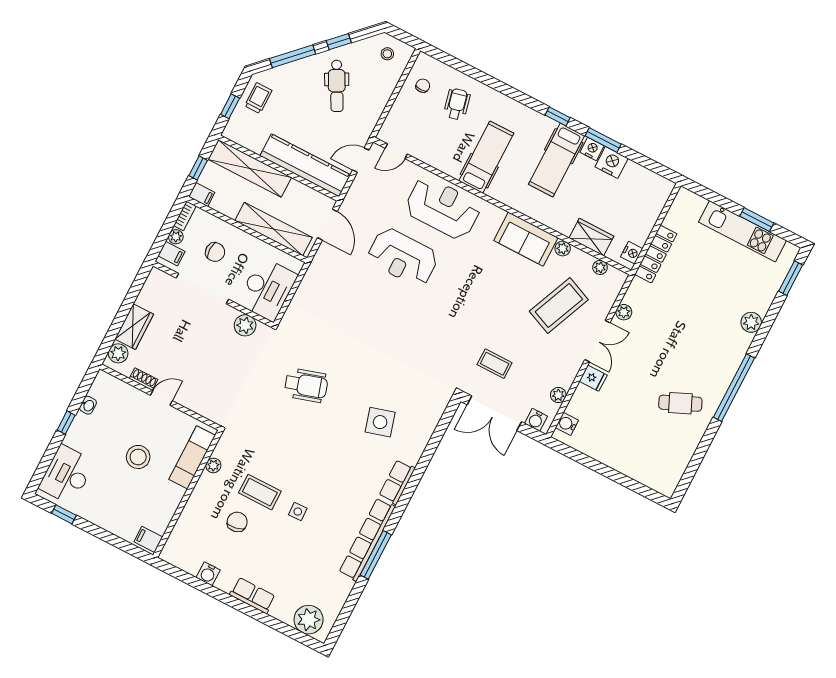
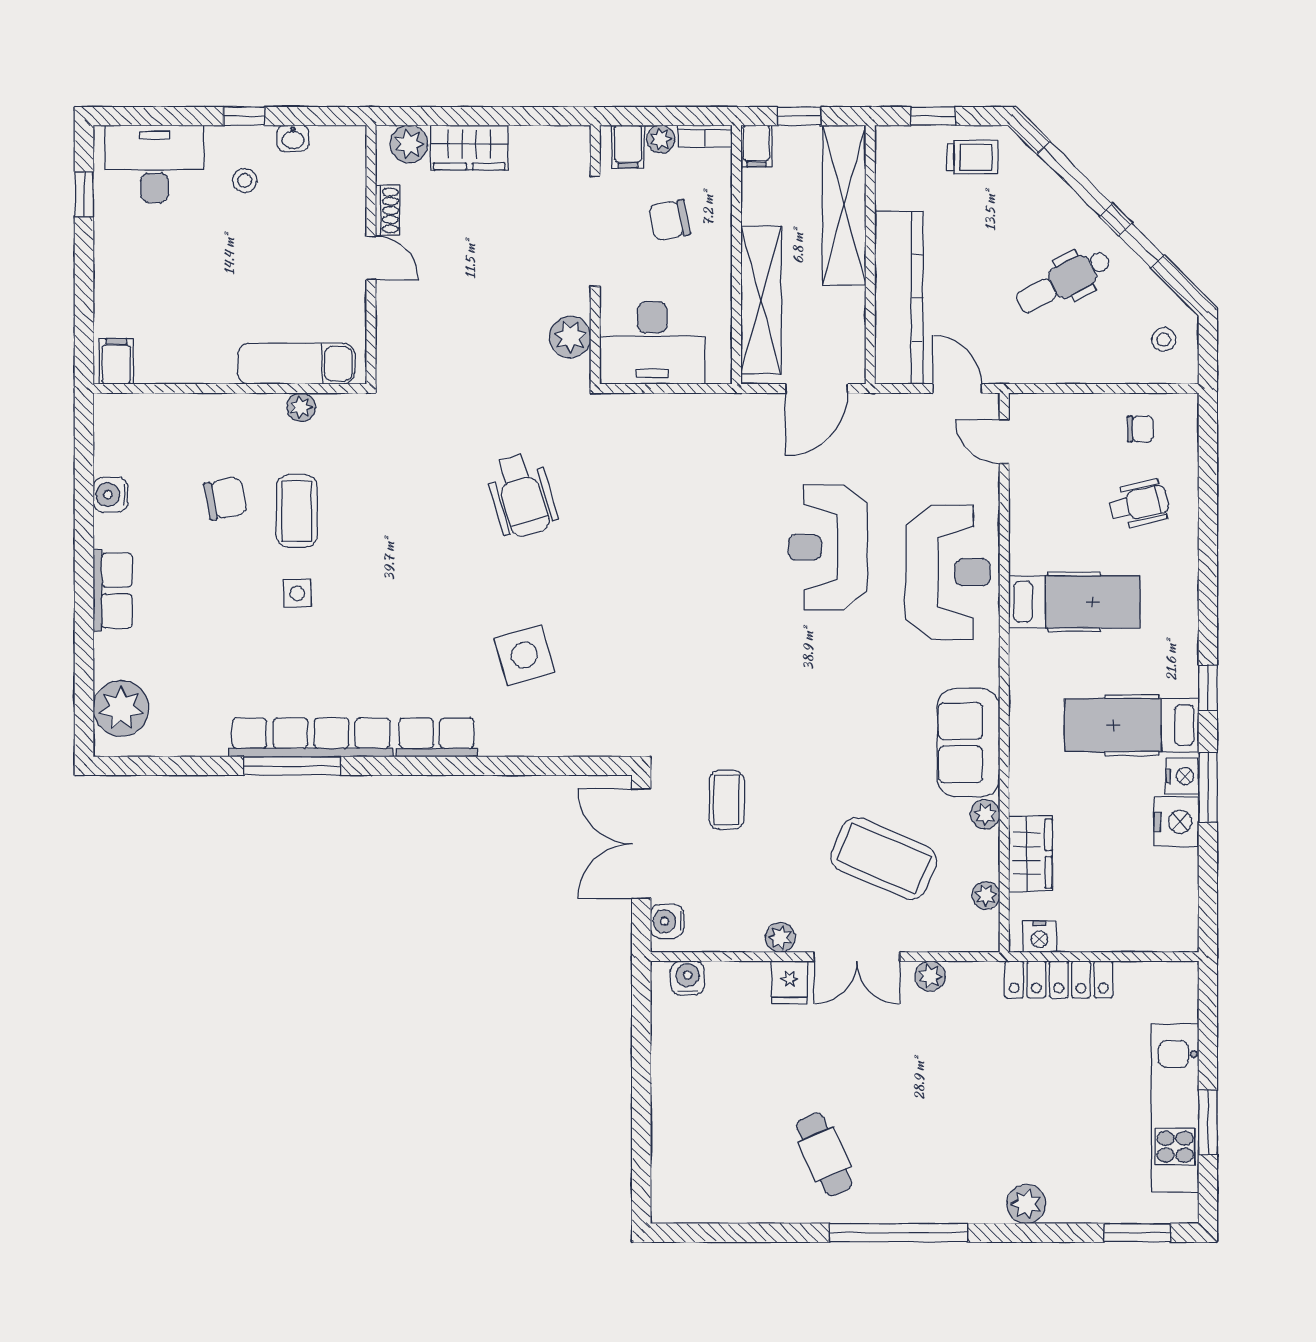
chair: (215, 252) -> (669, 220), turned 79
plant: (558, 395) -> (780, 937), moved
stool: (138, 457) -> (245, 180), moved, width x0.53, depth x0.53

